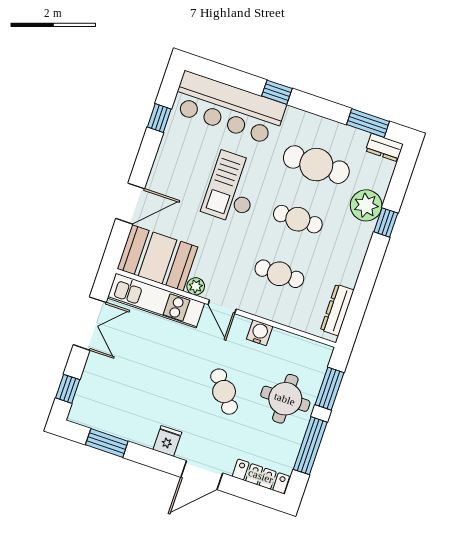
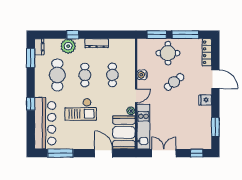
window: (159, 118) -> (60, 153), width x2.17
dresser: (337, 310) -> (97, 43), moved

